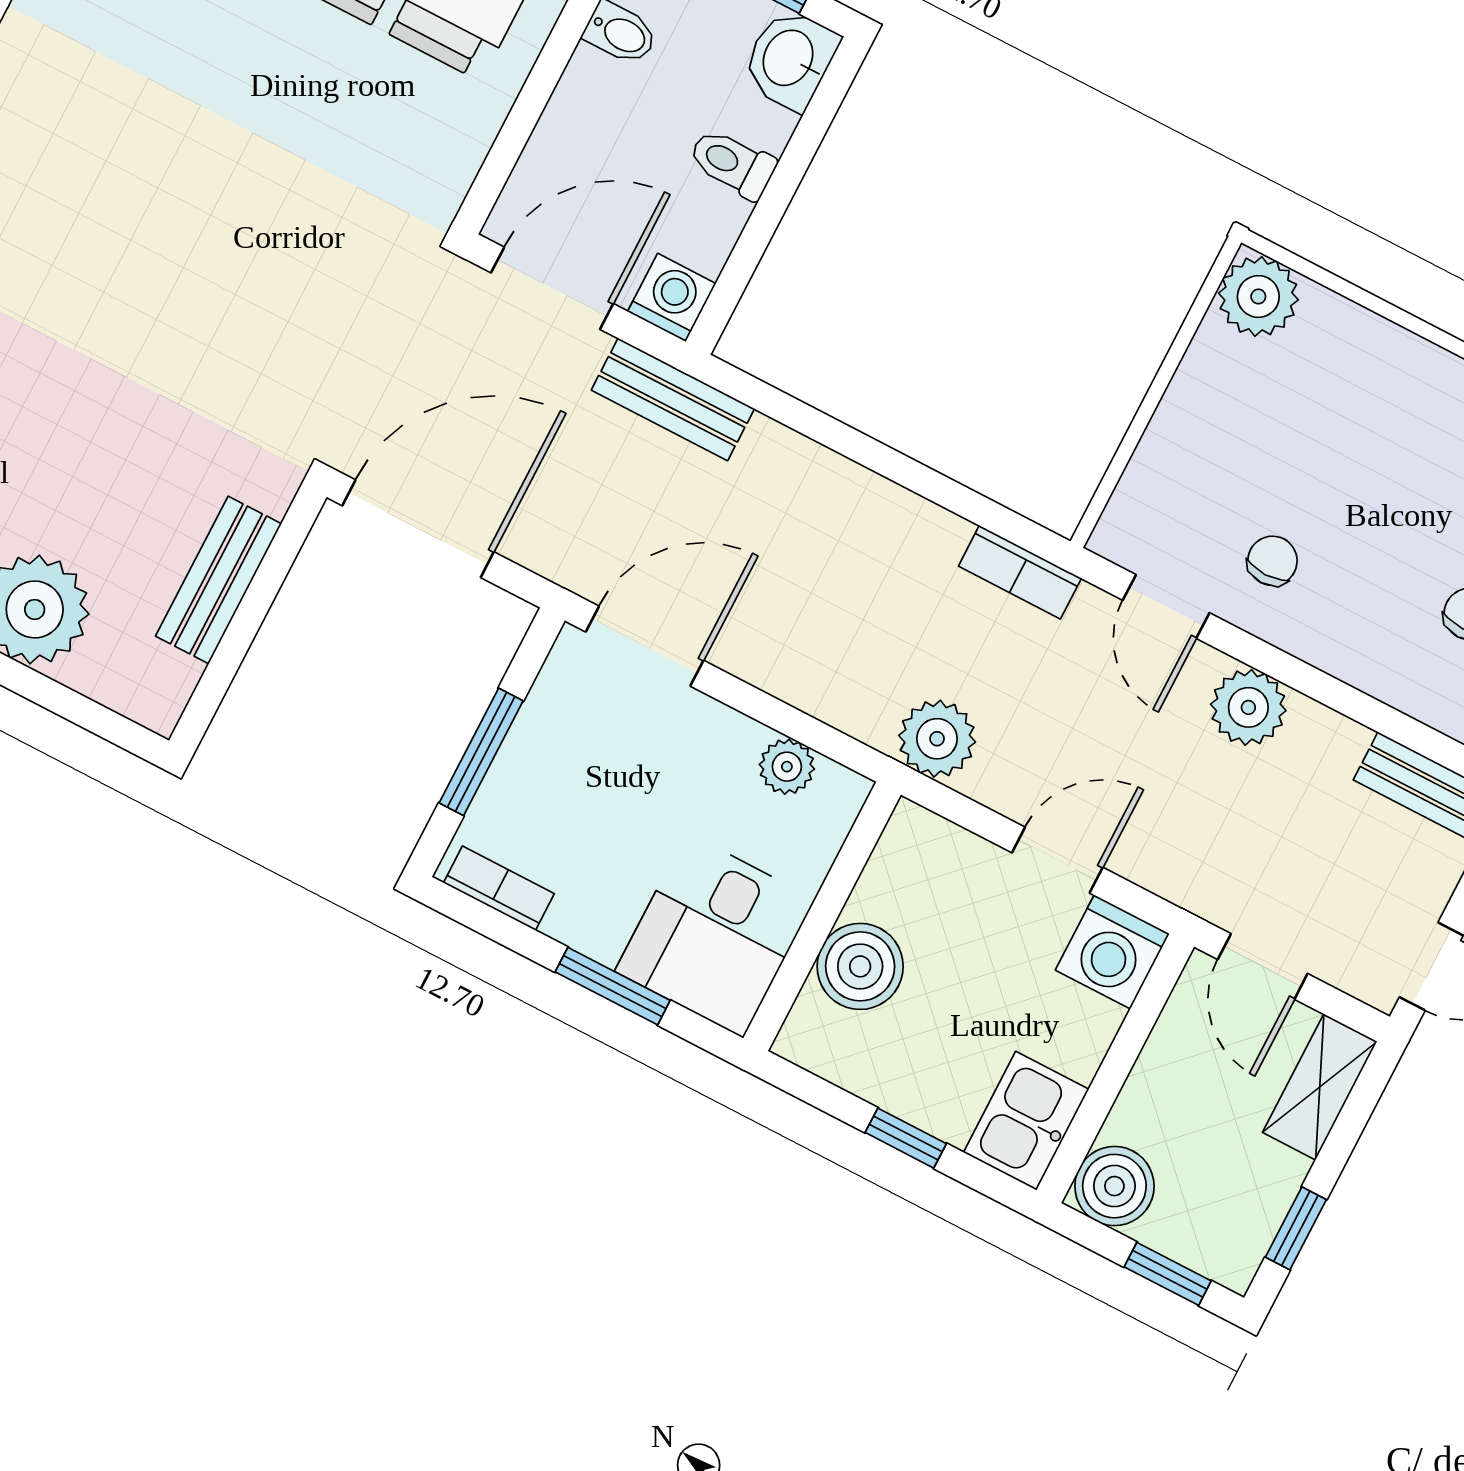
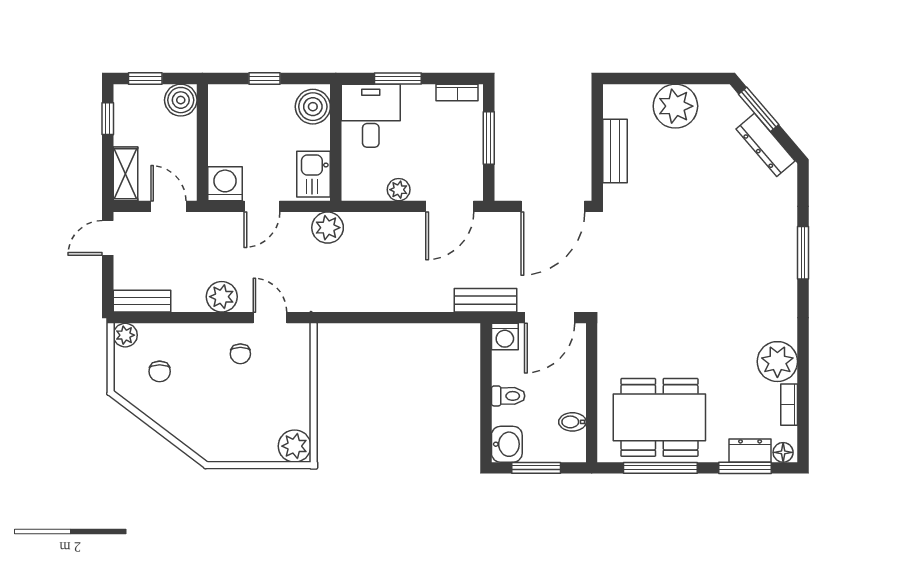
bookcase: (1020, 572) -> (329, 303), removed
plant: (787, 767) -> (399, 190), moved
boiler: (860, 966) -> (313, 107), moved
kitchen sink: (1026, 1121) -> (314, 174), moved, turned 180

